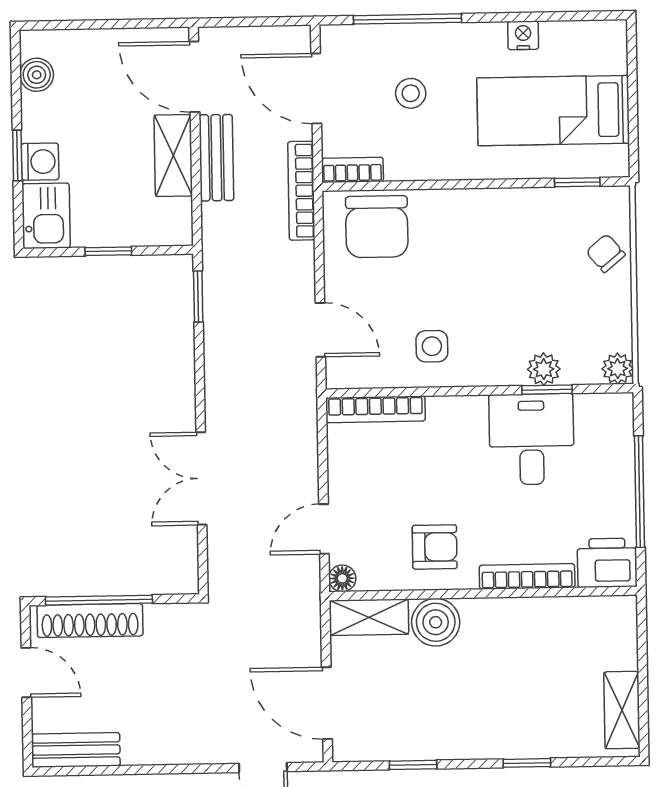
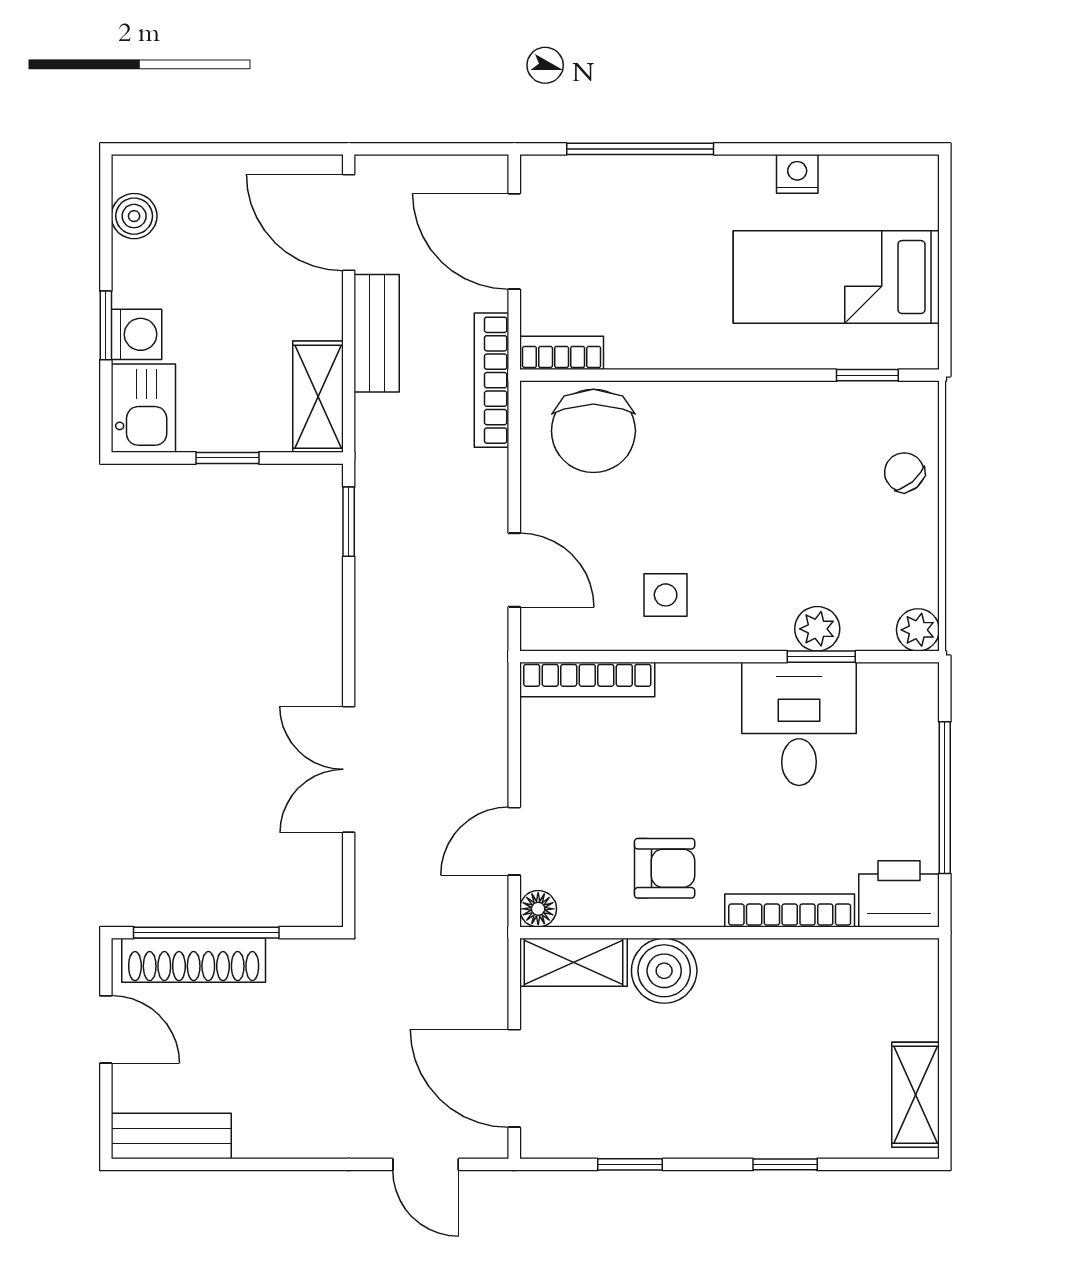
stool: (411, 93) -> (643, 250), removed
shelving: (173, 155) -> (318, 397), moved

